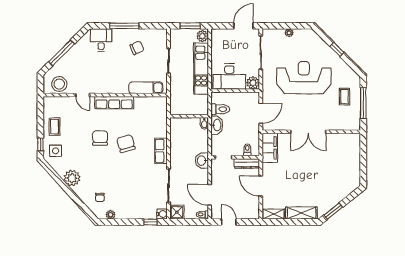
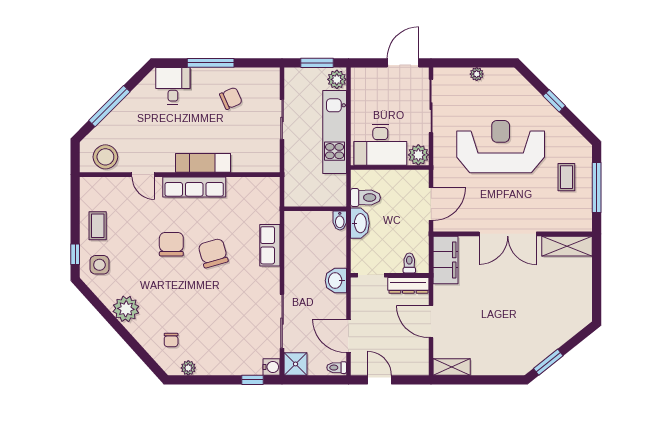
exam couch: (146, 88) -> (203, 163), moved
row of seats: (161, 151) -> (270, 245), moved
shelving: (301, 213) -> (567, 246), moved

